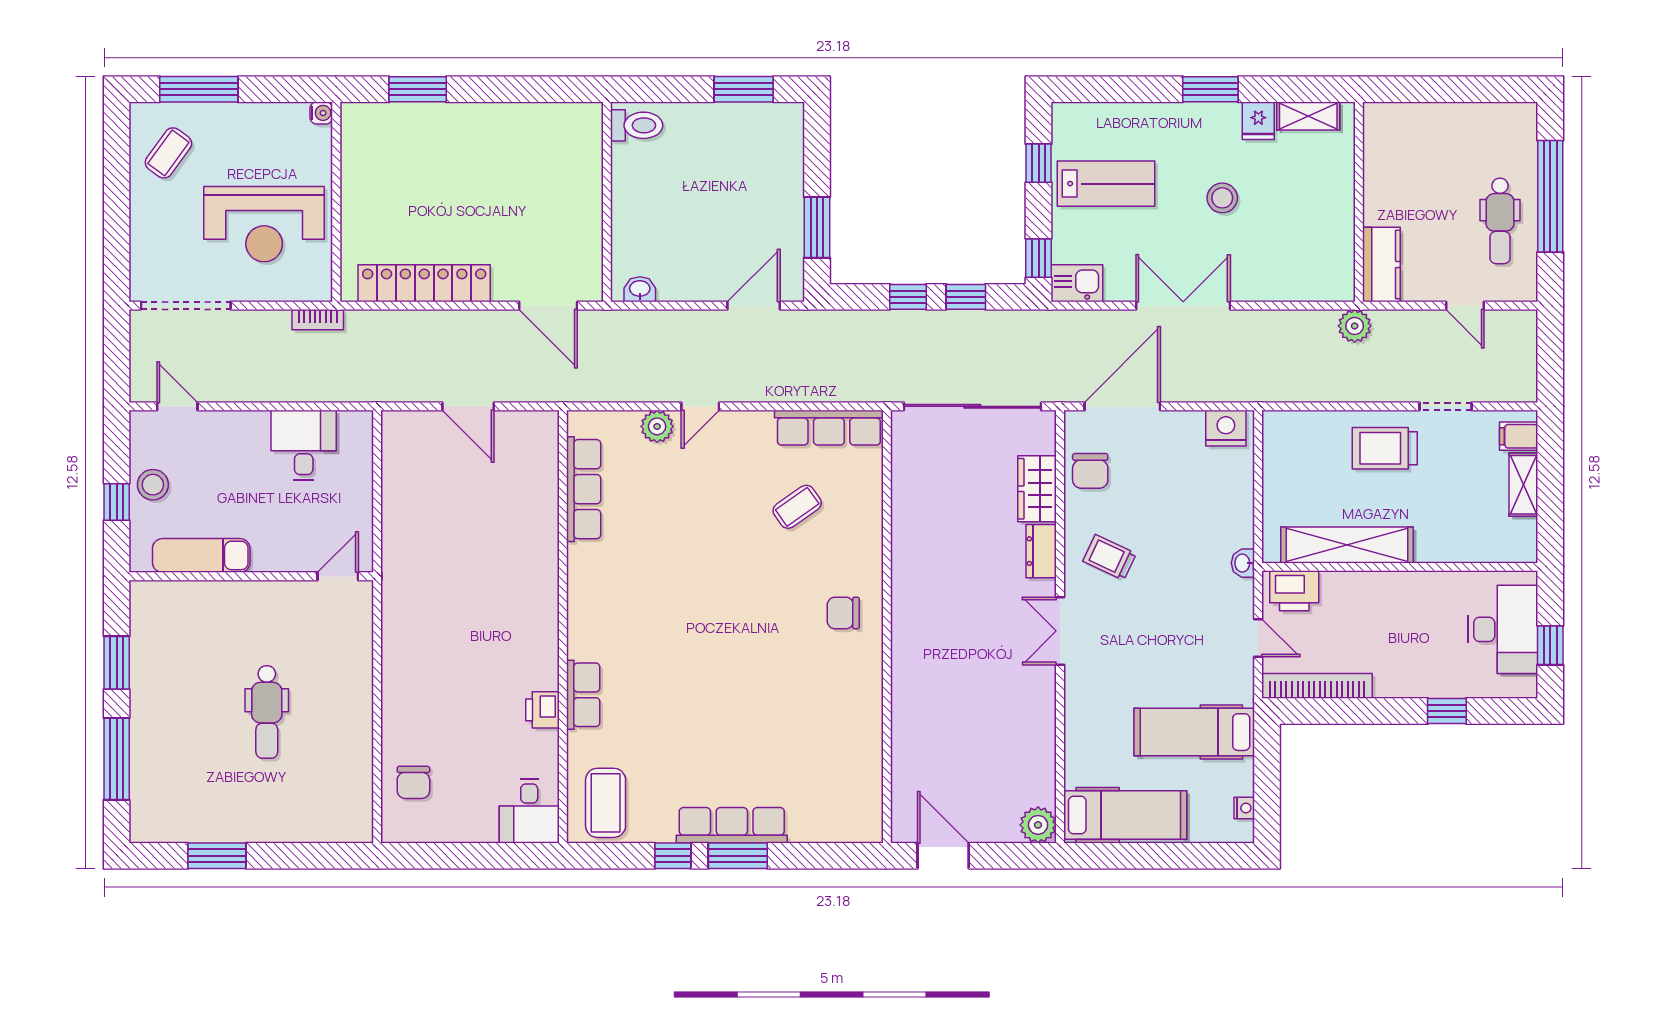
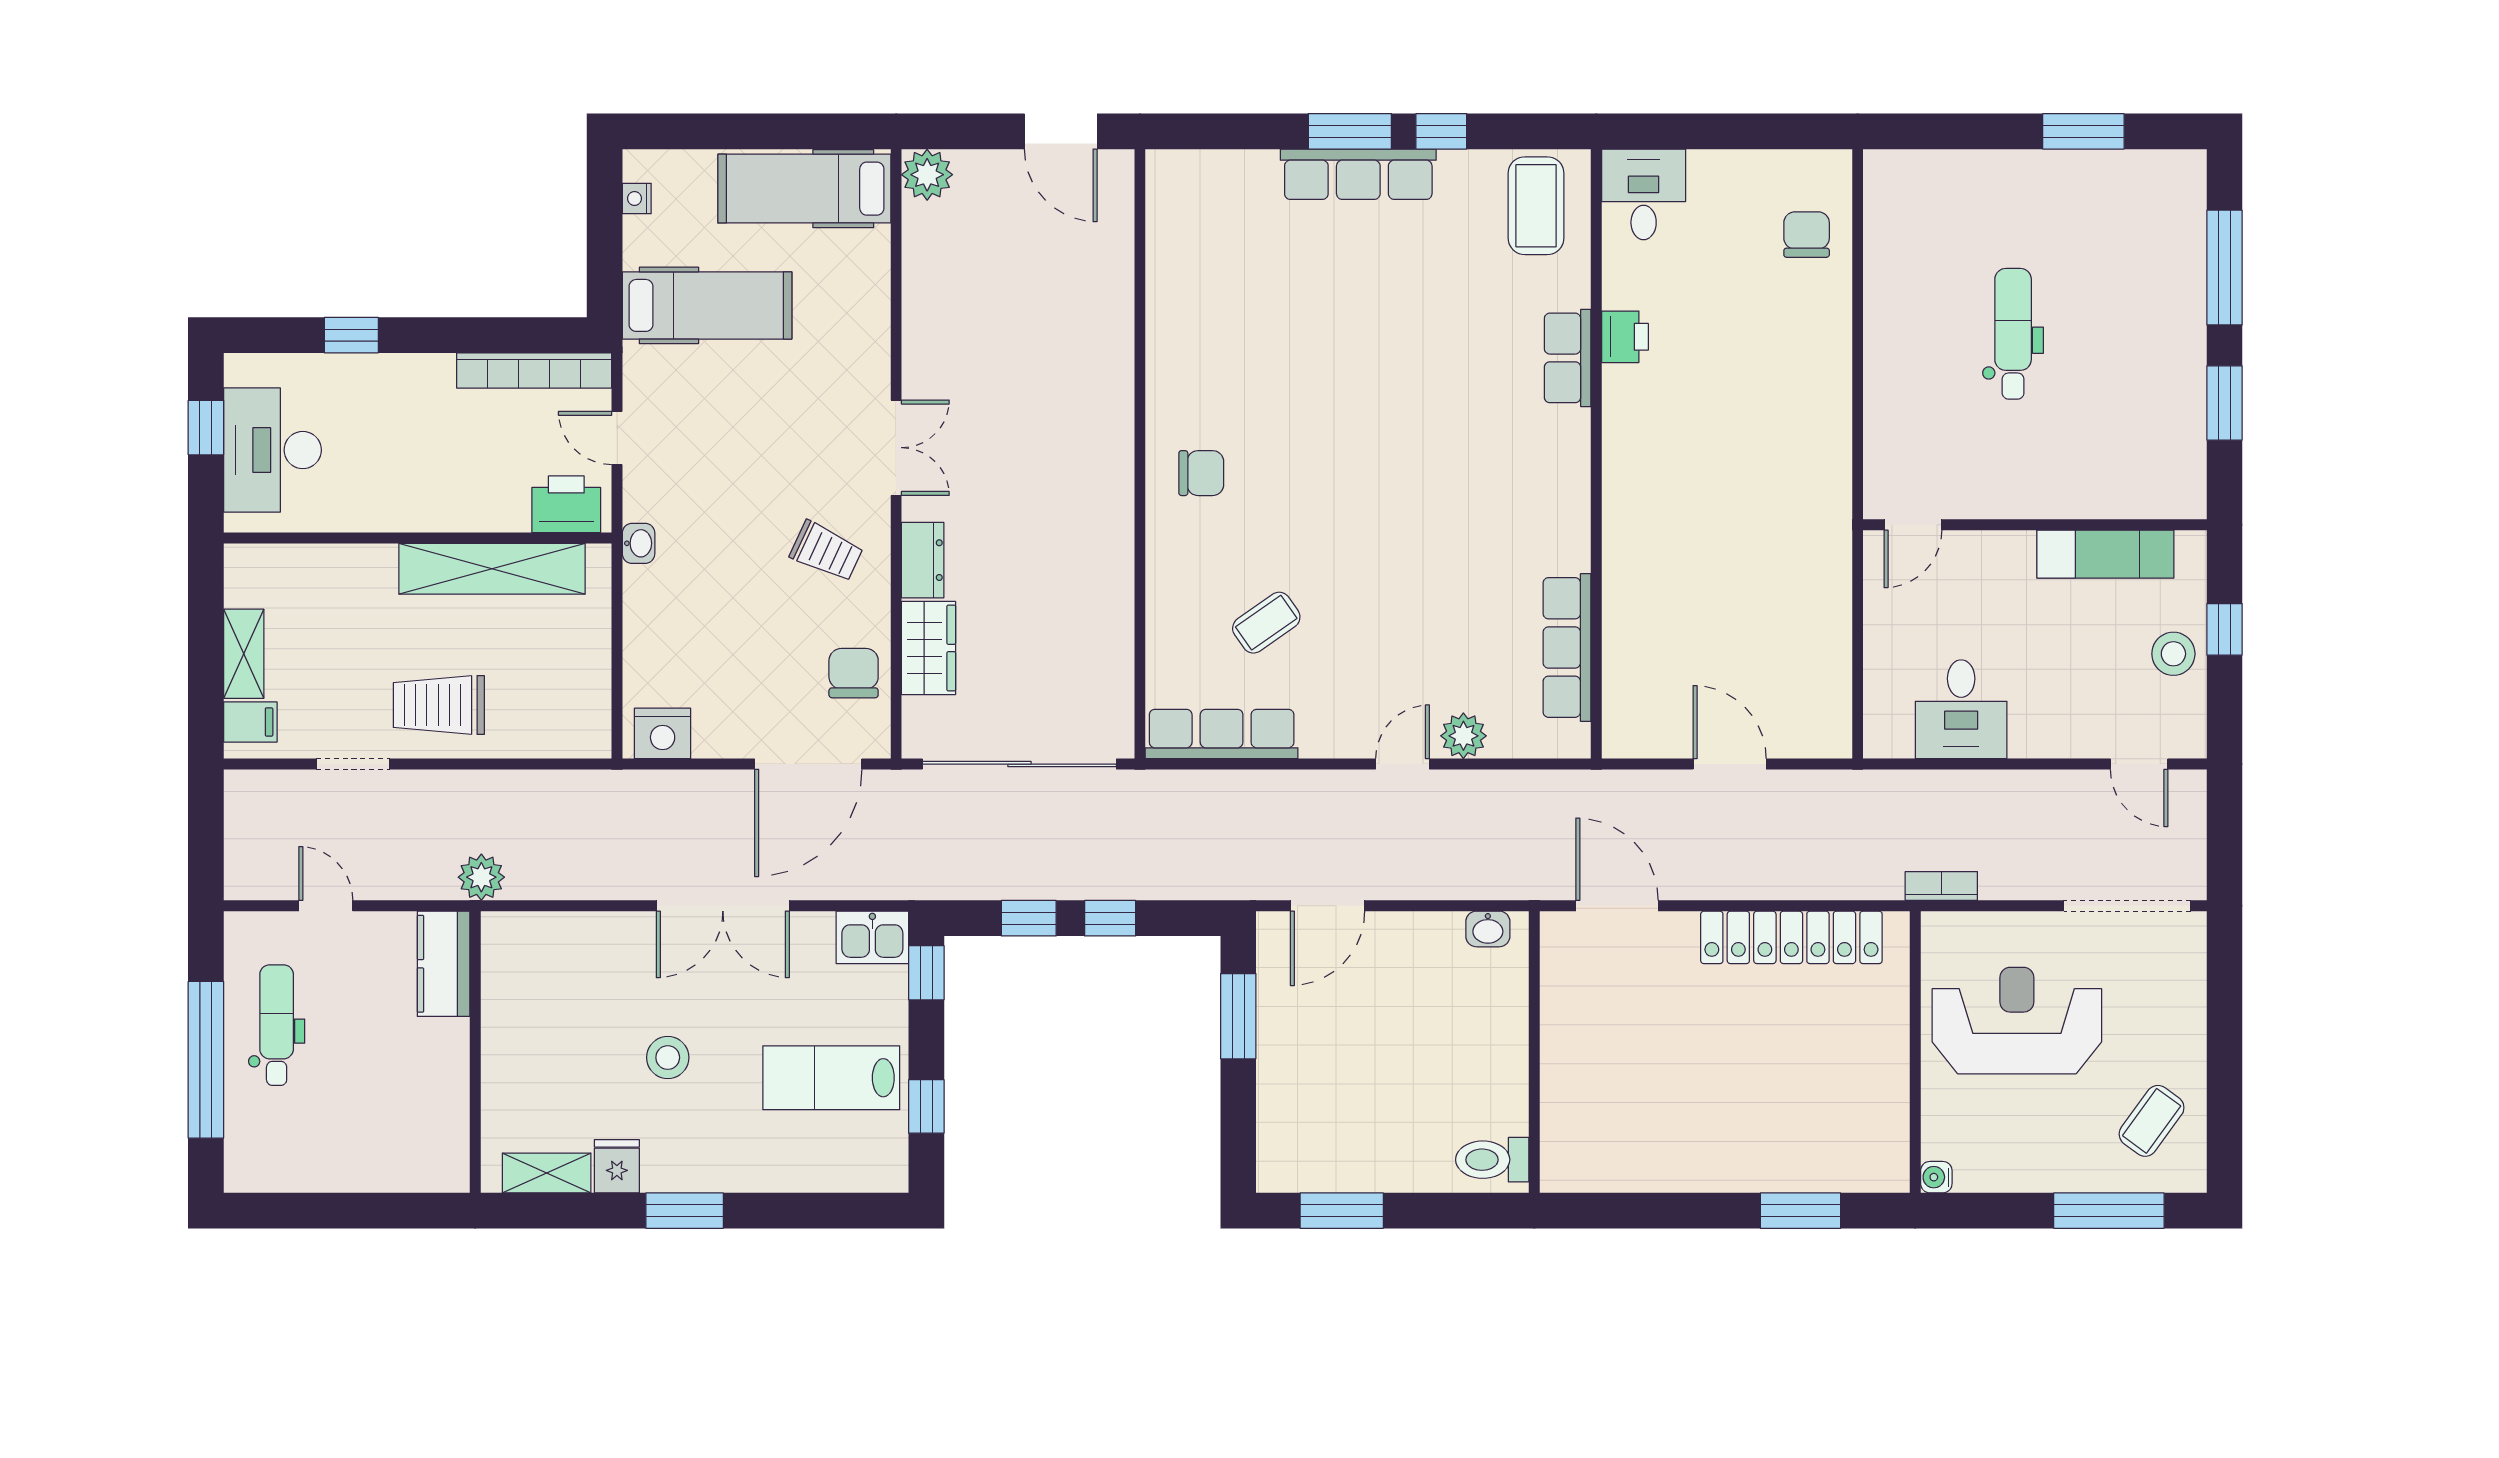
trolley: (1385, 448) -> (439, 705), turned 180

